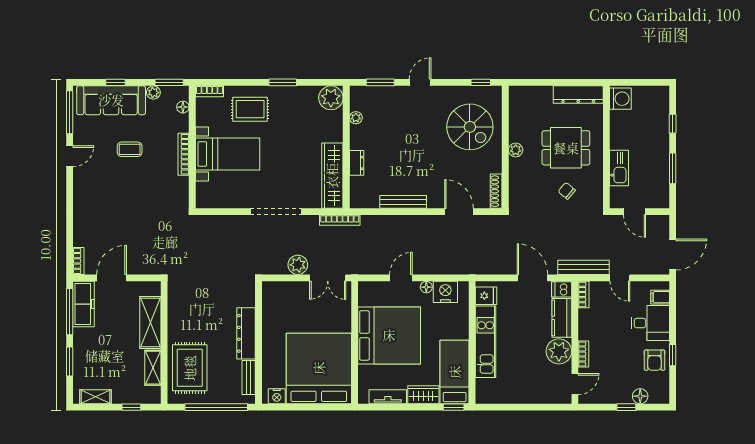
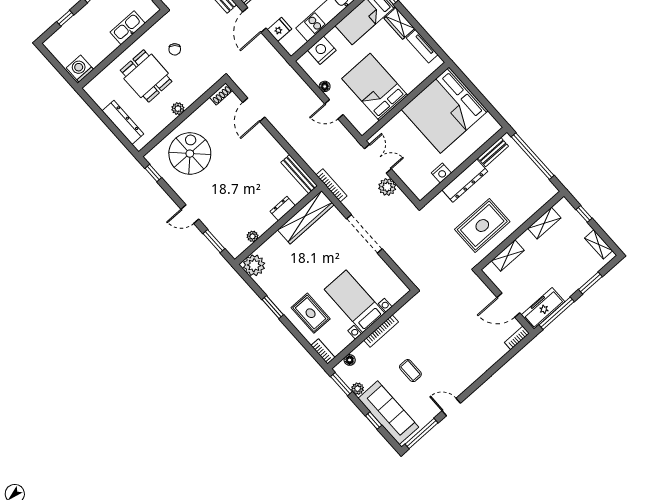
dresser: (578, 95) -> (123, 122), moved
shoe rack: (496, 191) -> (221, 94), width x0.70
bench: (403, 202) -> (299, 174), moved
nightstand: (445, 292) -> (322, 50), moved, turned 90
fridge: (486, 296) -> (280, 29), moved, turned 90
shelving: (150, 322) -> (508, 256), width x0.67, depth x0.75
bed: (389, 335) -> (375, 87), width x0.73
rug: (190, 368) -> (482, 226), moved
nightstand: (277, 396) -> (441, 173), moved, turned 90

